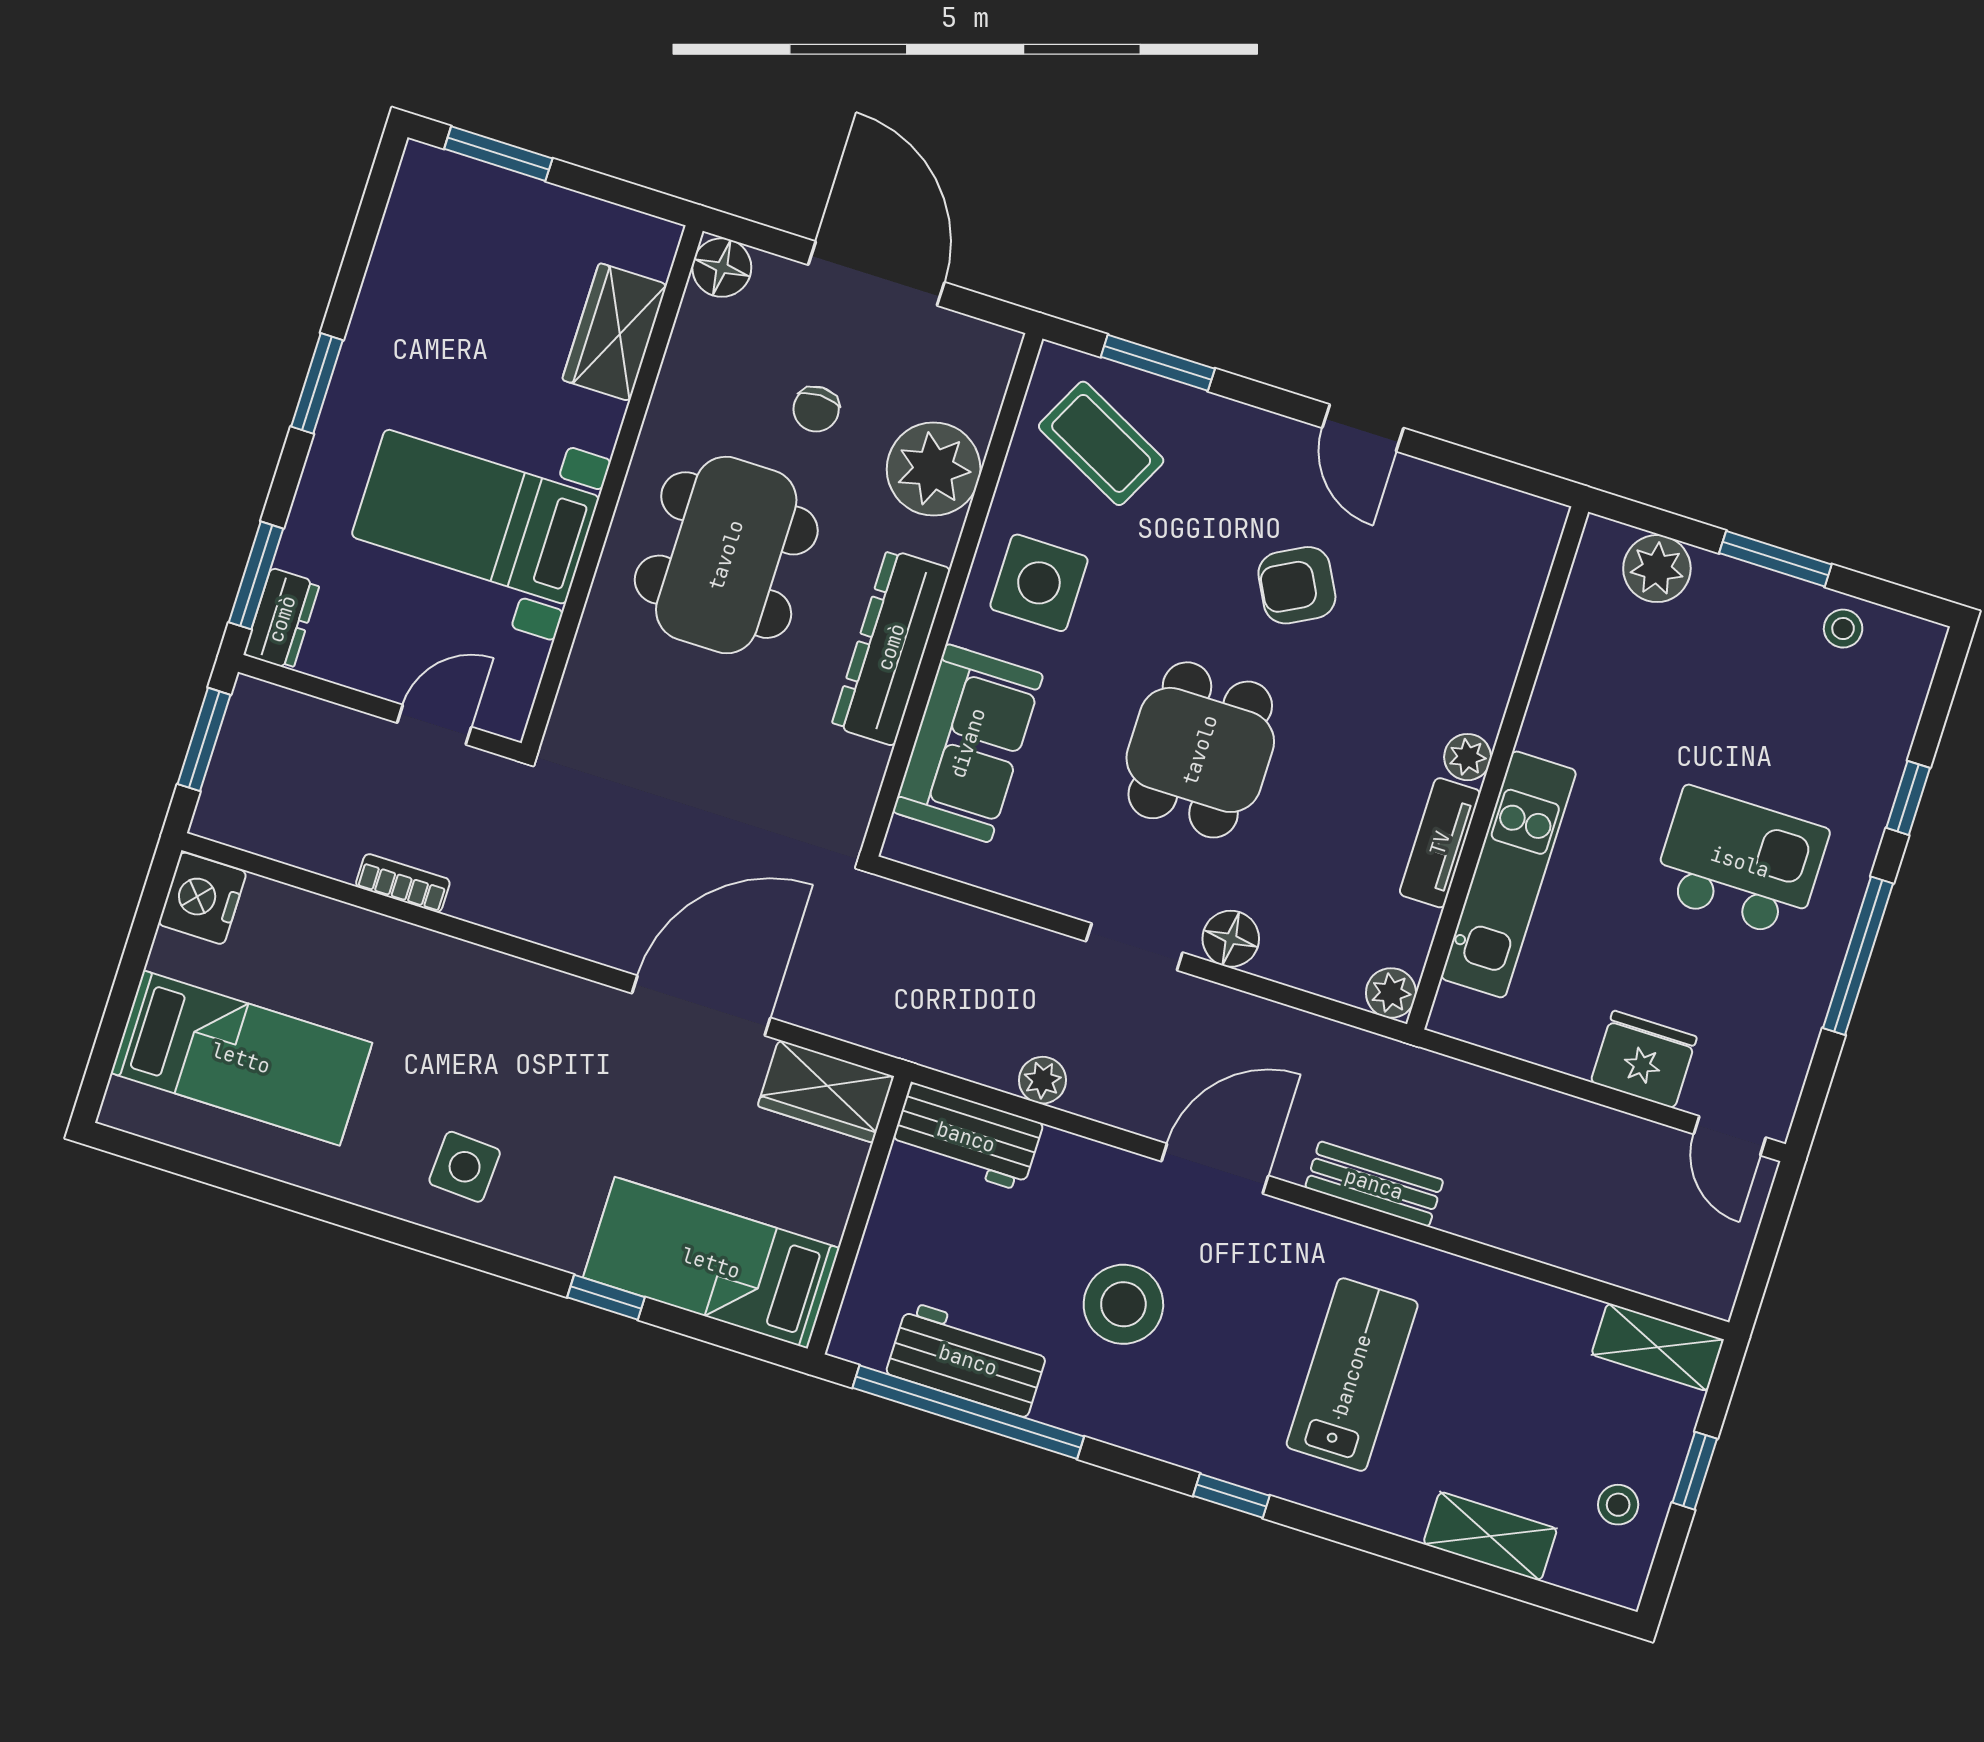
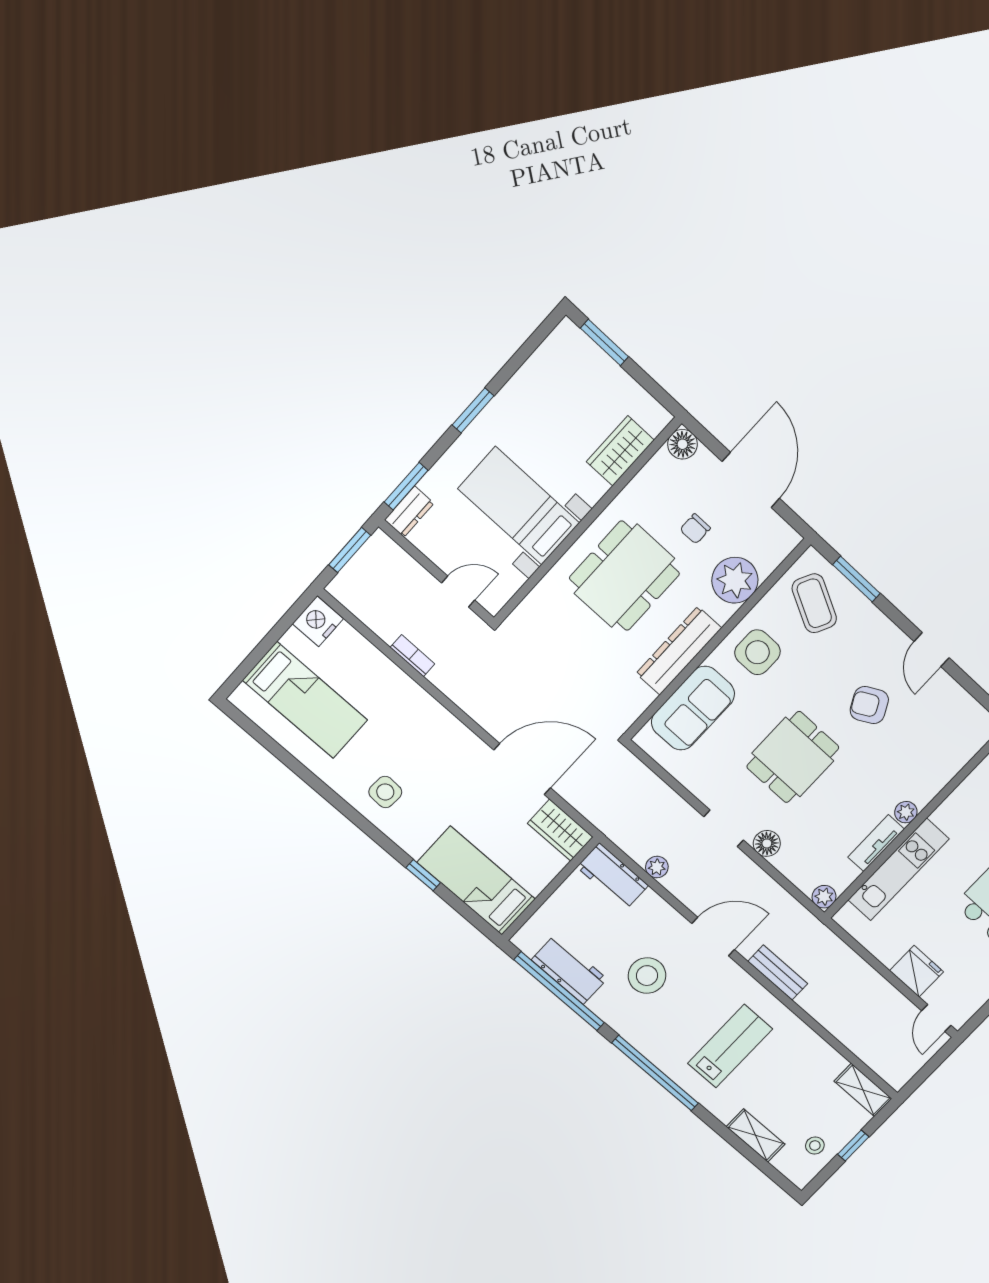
window: (1231, 1496) -> (655, 1073), width x3.17

